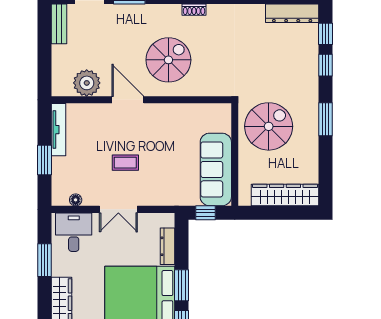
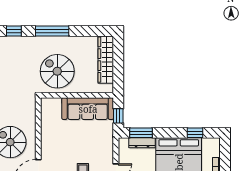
window: (325, 119) -> (52, 31), width x1.44
window: (182, 285) -> (141, 133), moved

